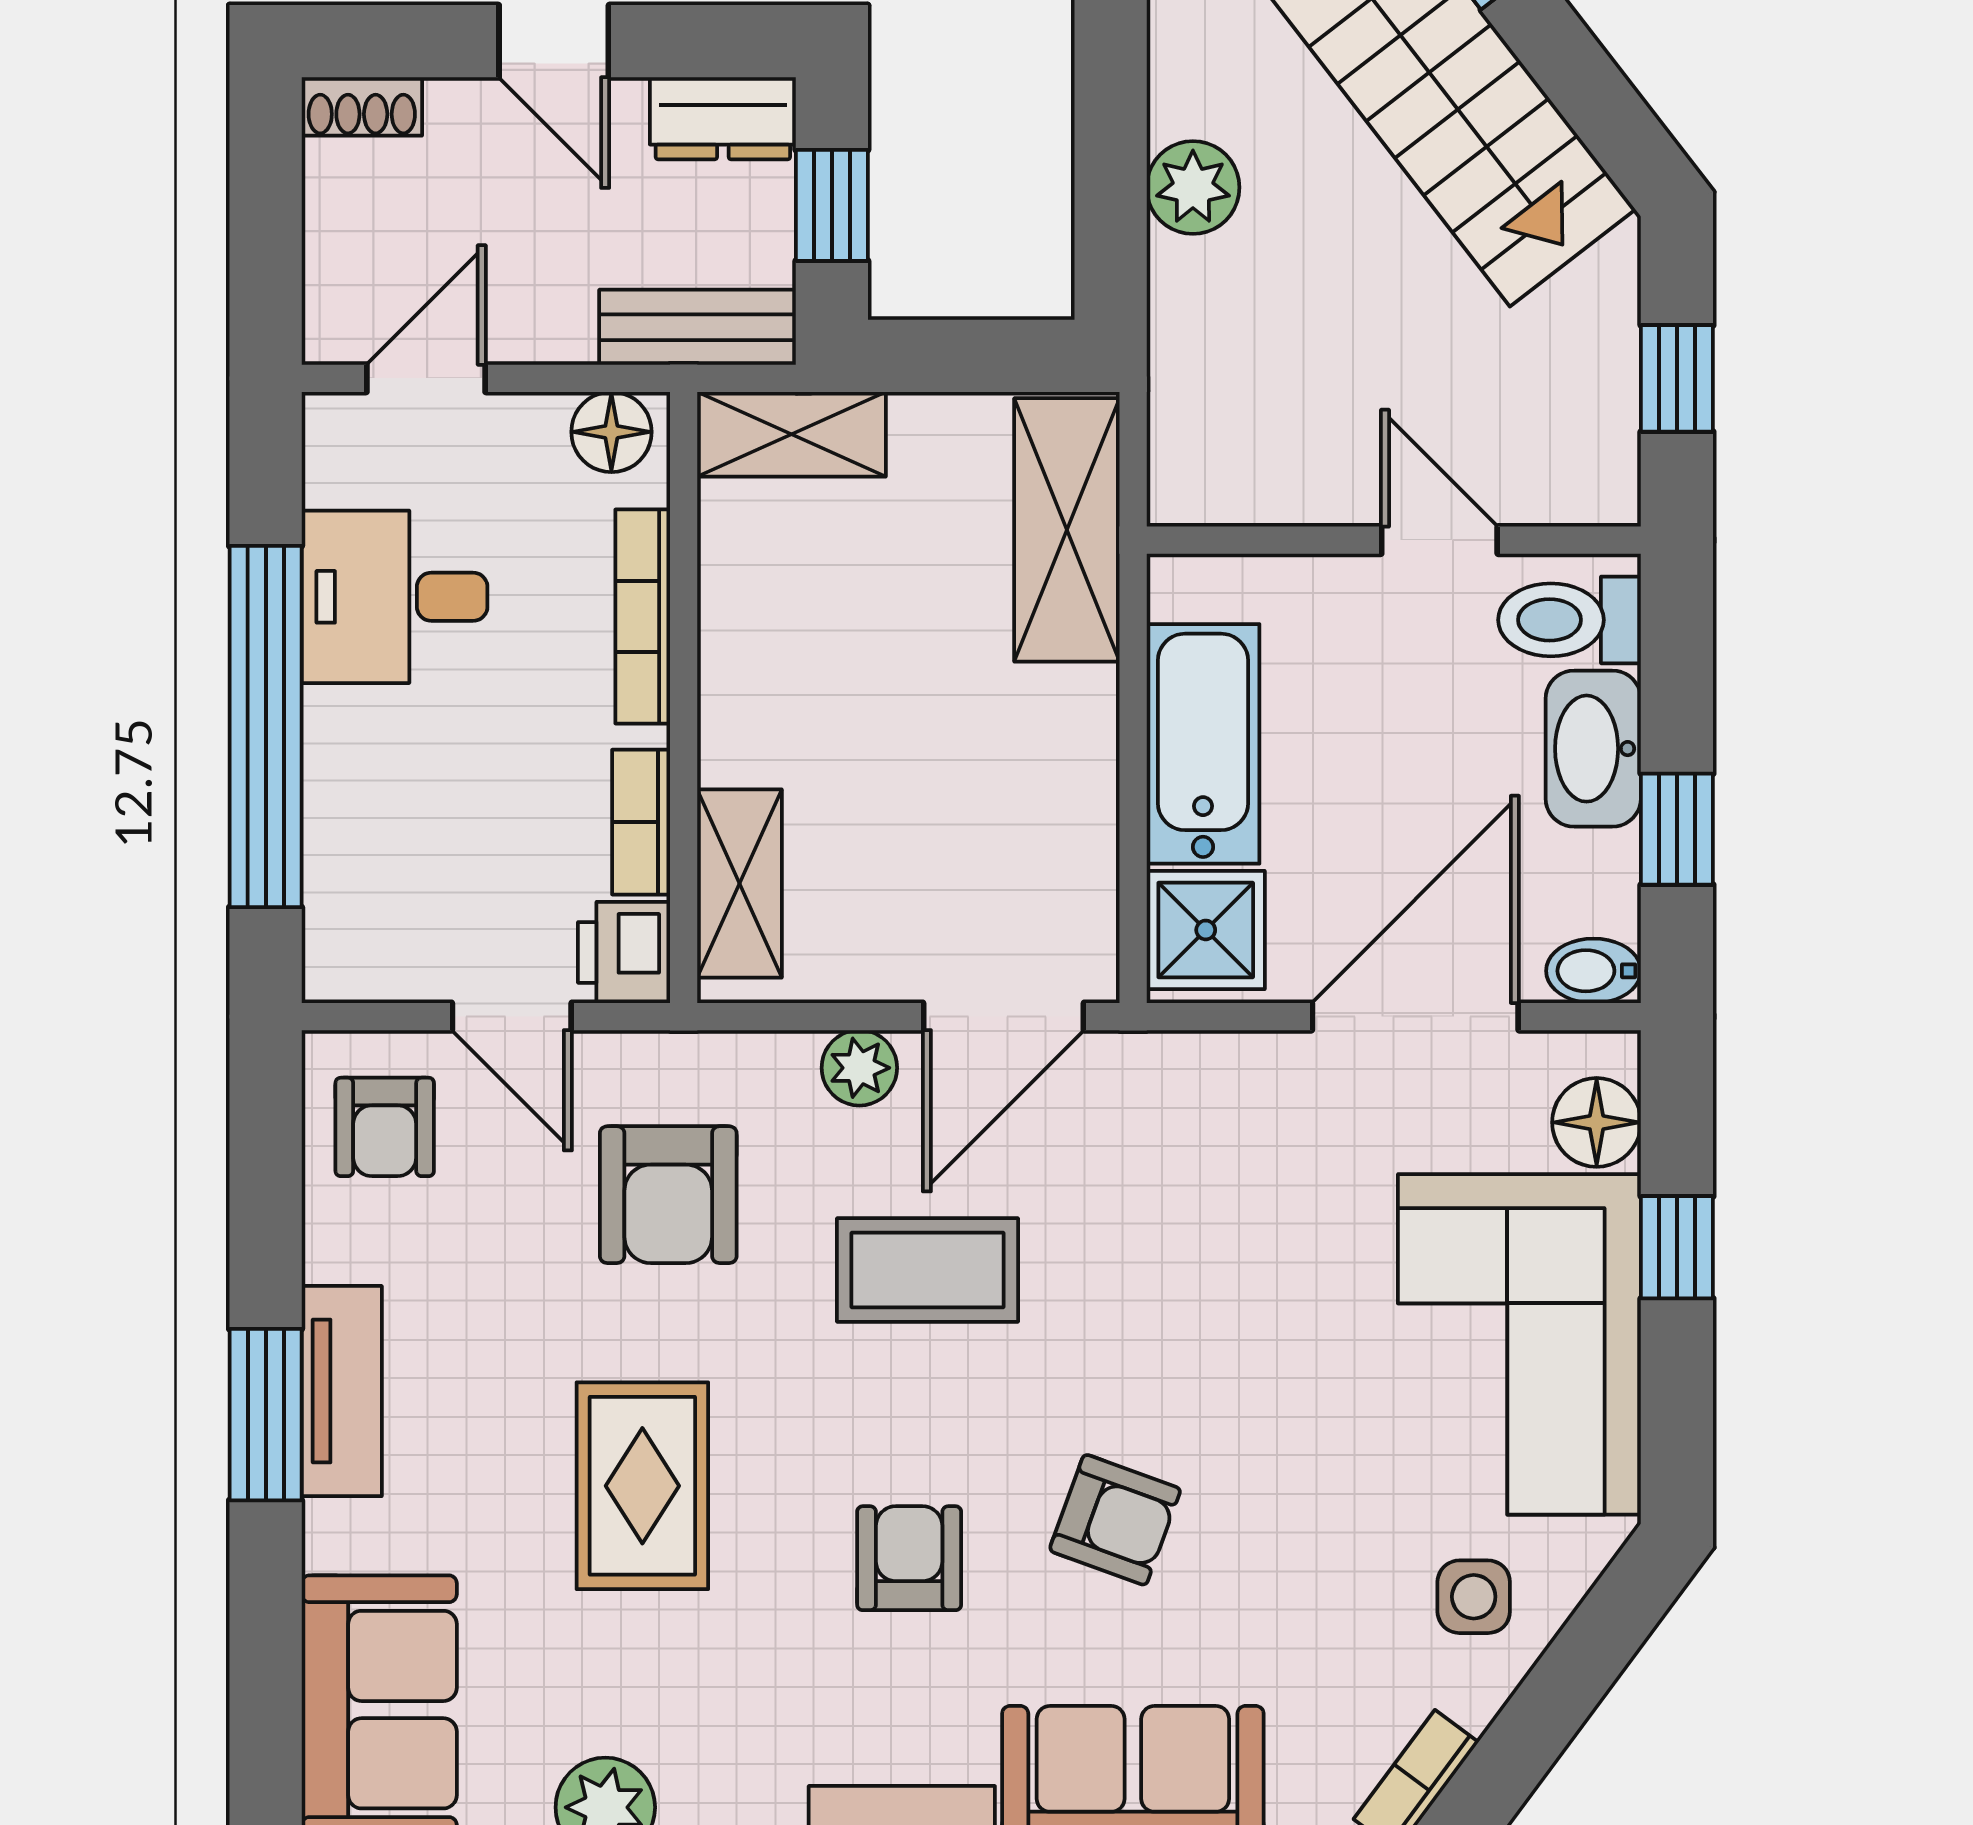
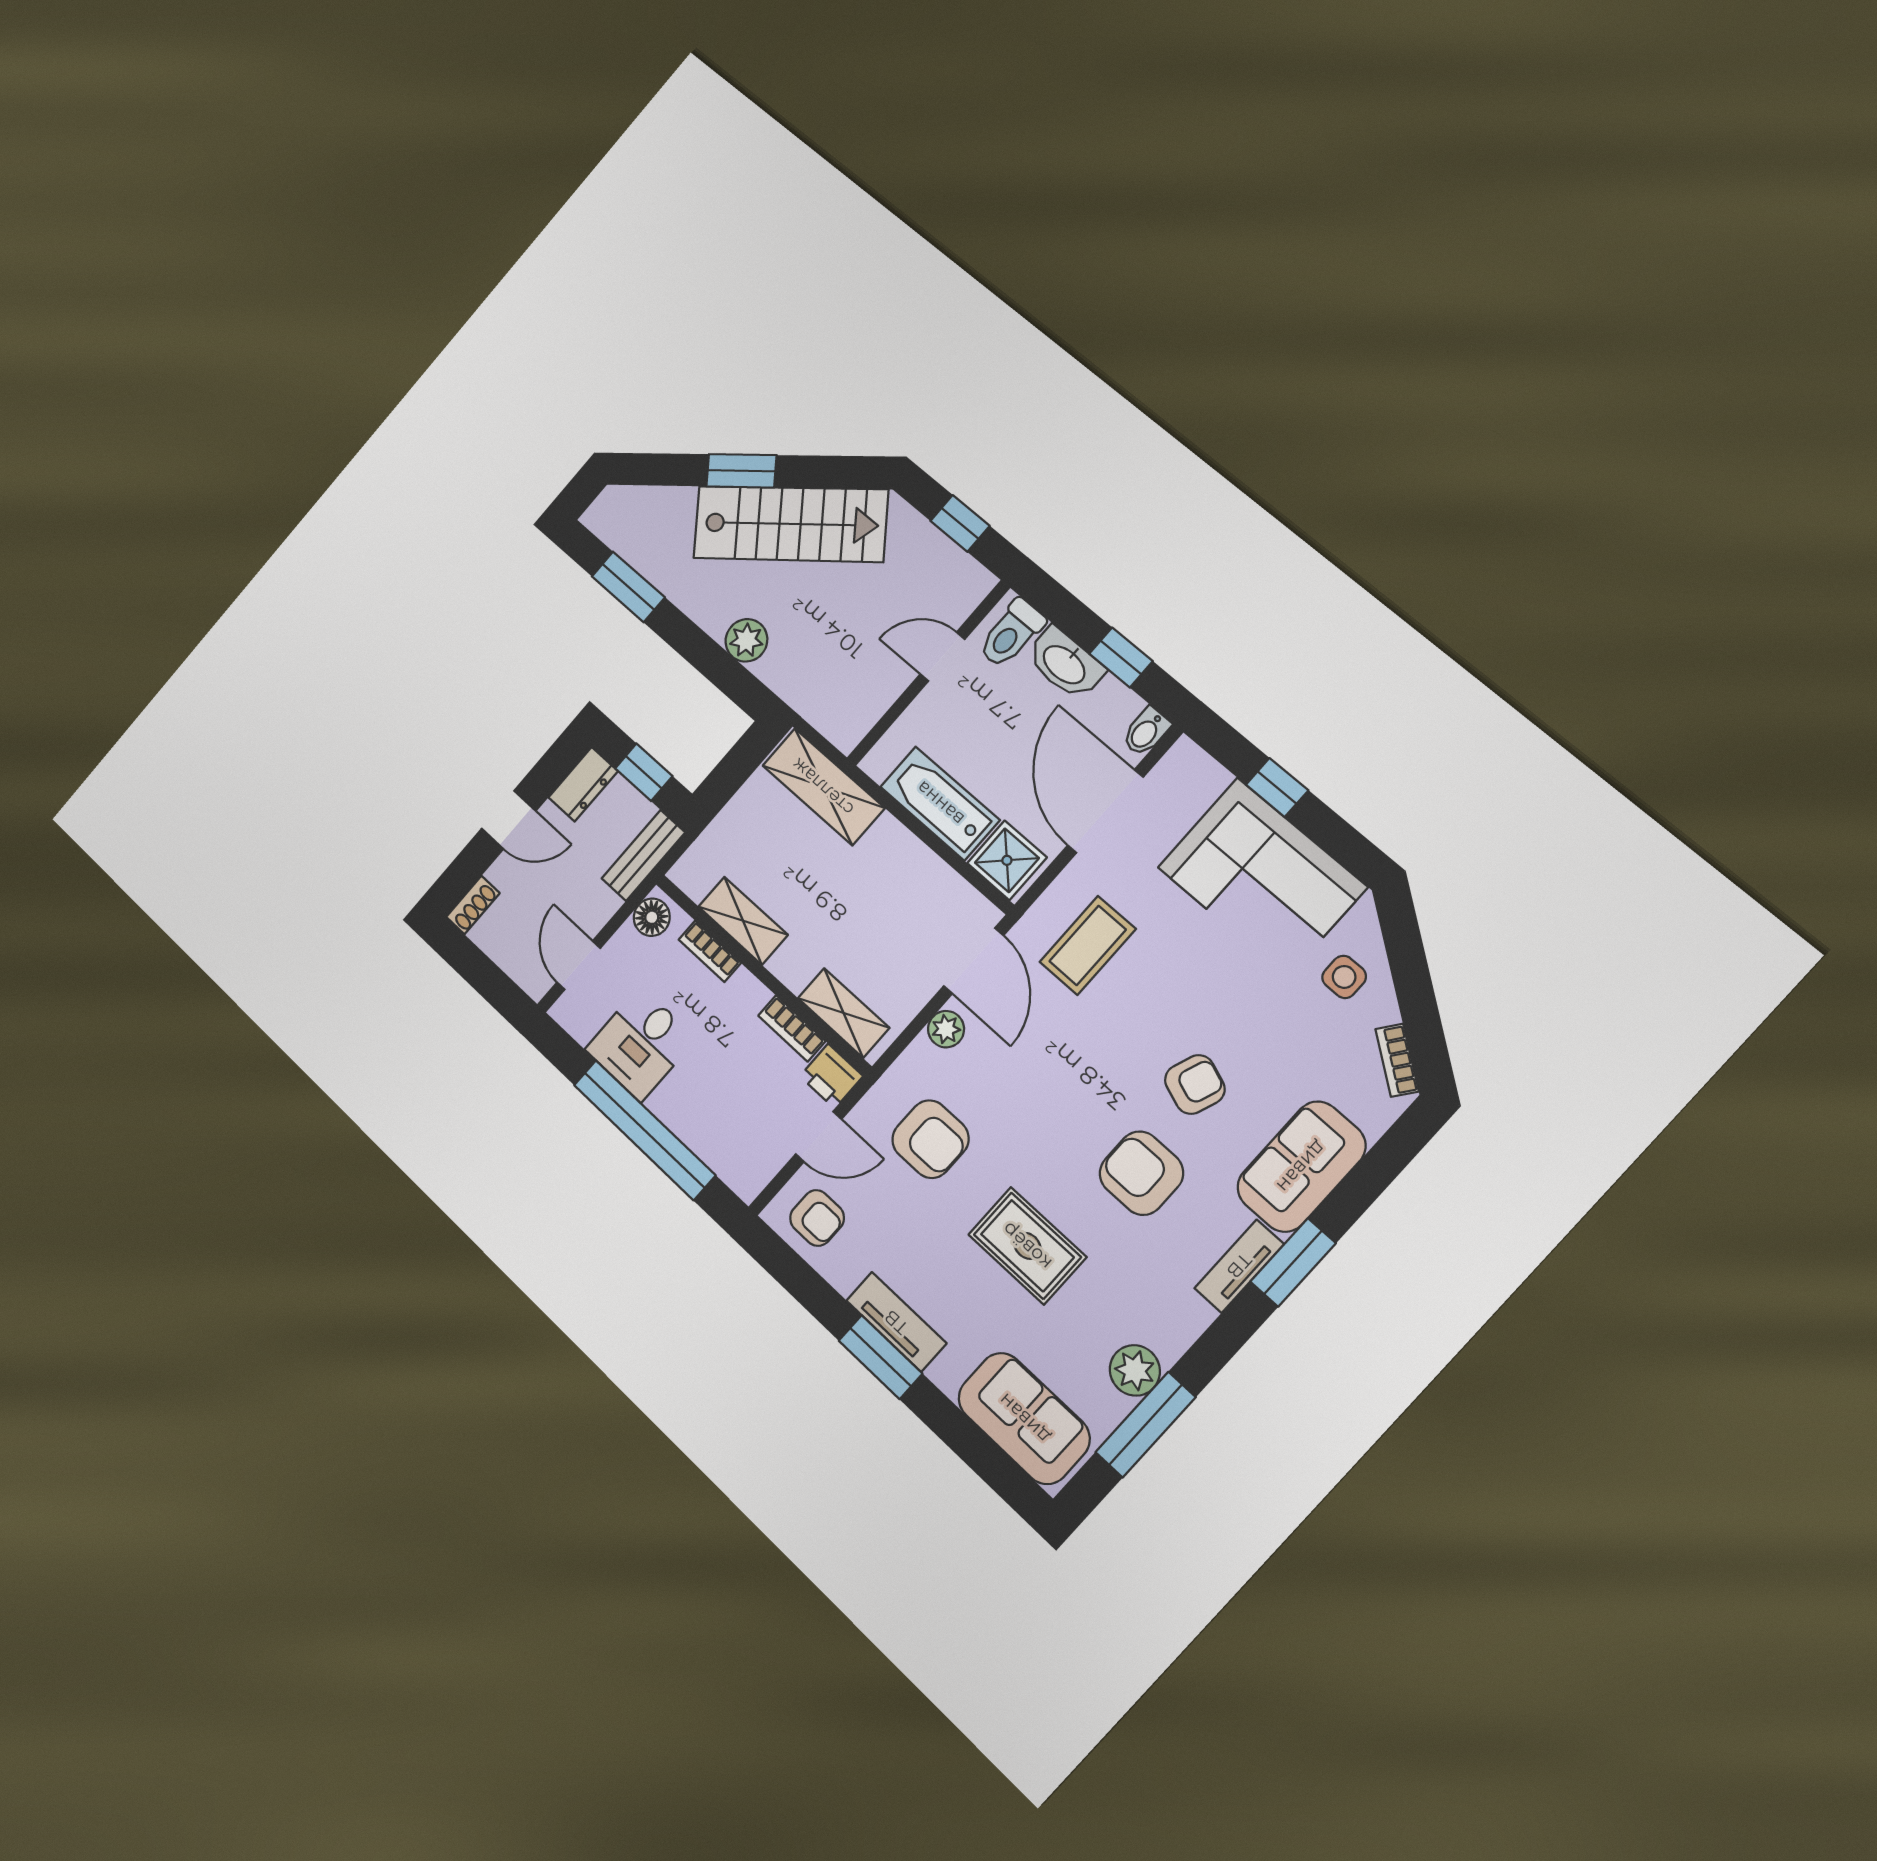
shelving: (791, 434) -> (743, 921), moved, turned 90
bookcase: (643, 617) -> (710, 951), width x0.64
floor lamp: (1597, 1122) -> (1203, 778), removed
coffee table: (927, 1270) -> (1088, 945), moved
armchair: (909, 1558) -> (1141, 1173), width x1.38, depth x1.38

